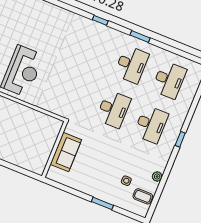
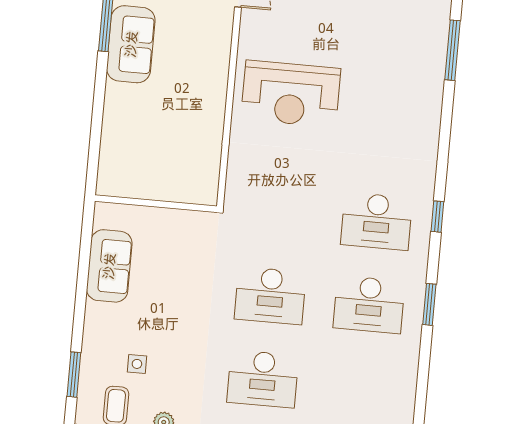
desk: (169, 80) -> (377, 221), moved
sofa: (66, 152) -> (109, 266), moved, turned -90
window: (102, 203) -> (74, 375), moved

